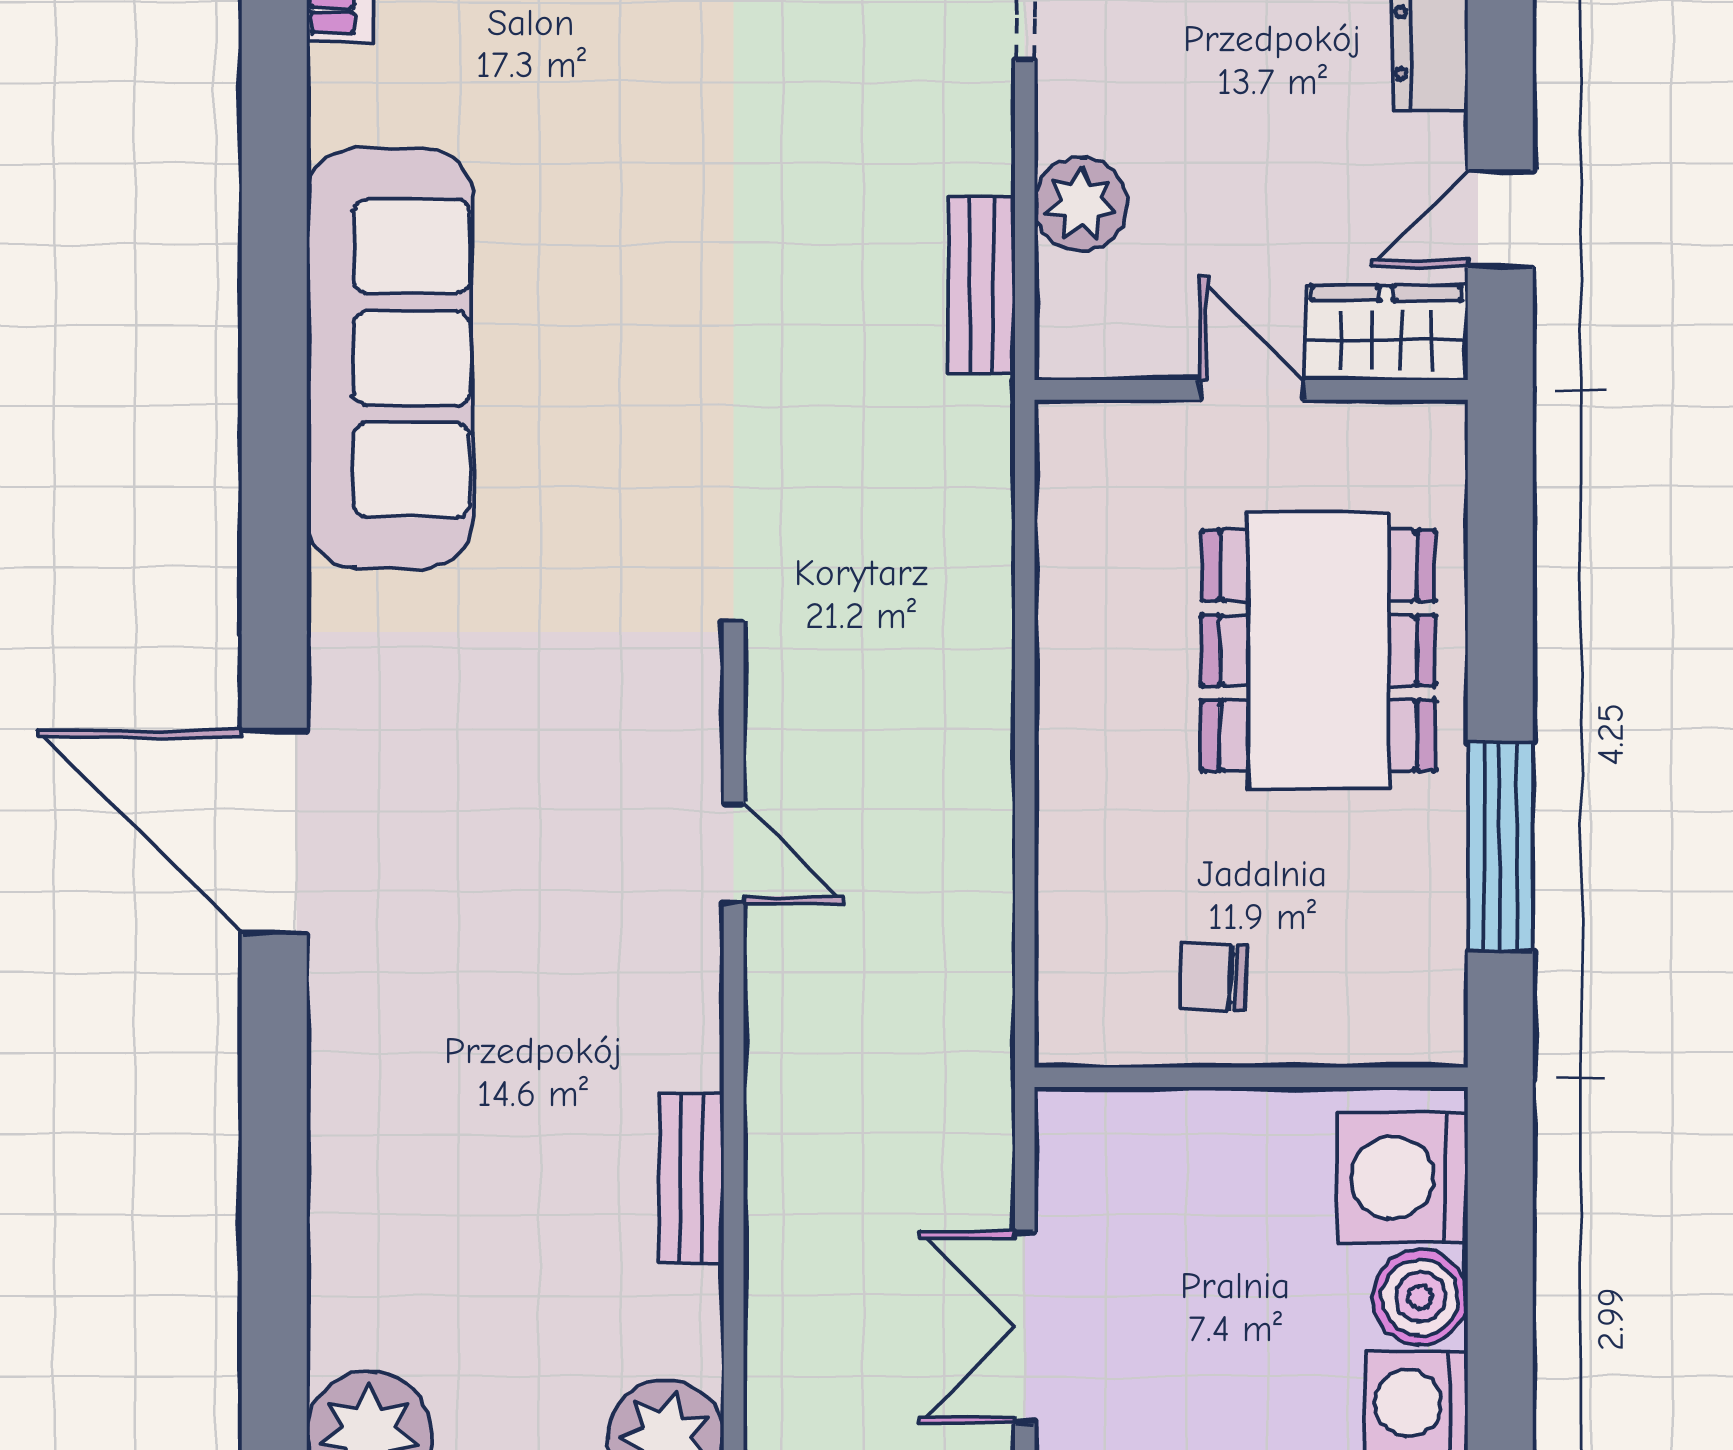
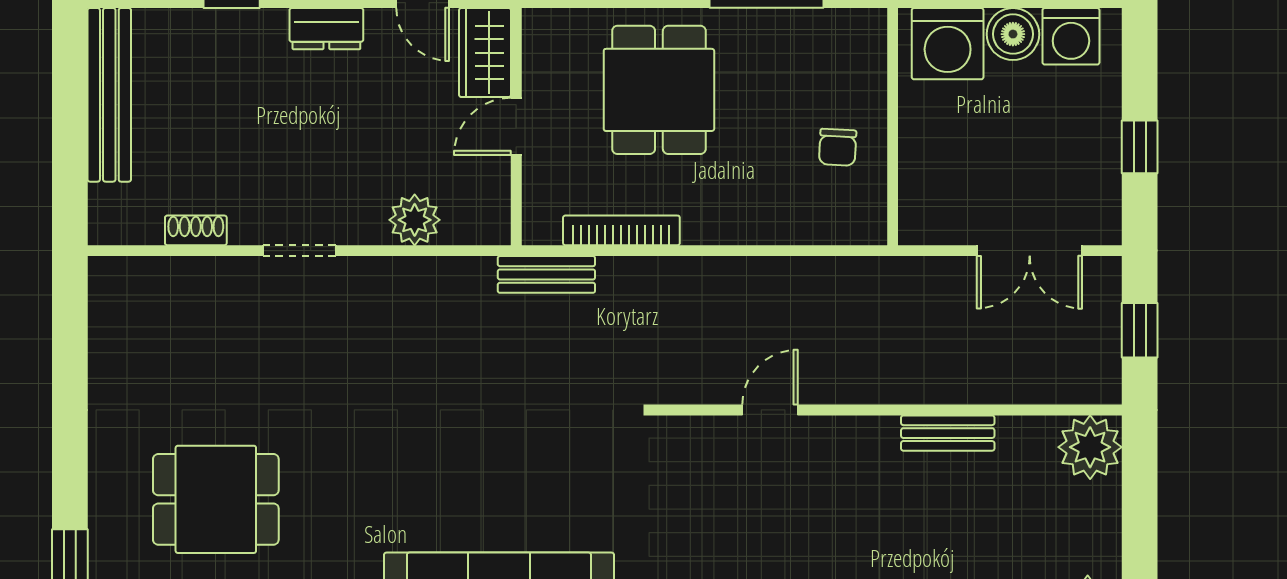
bench: (981, 284) -> (546, 274), moved
bookcase: (1062, 582) -> (621, 230), added
dining table: (1318, 650) -> (659, 90), width x0.73

